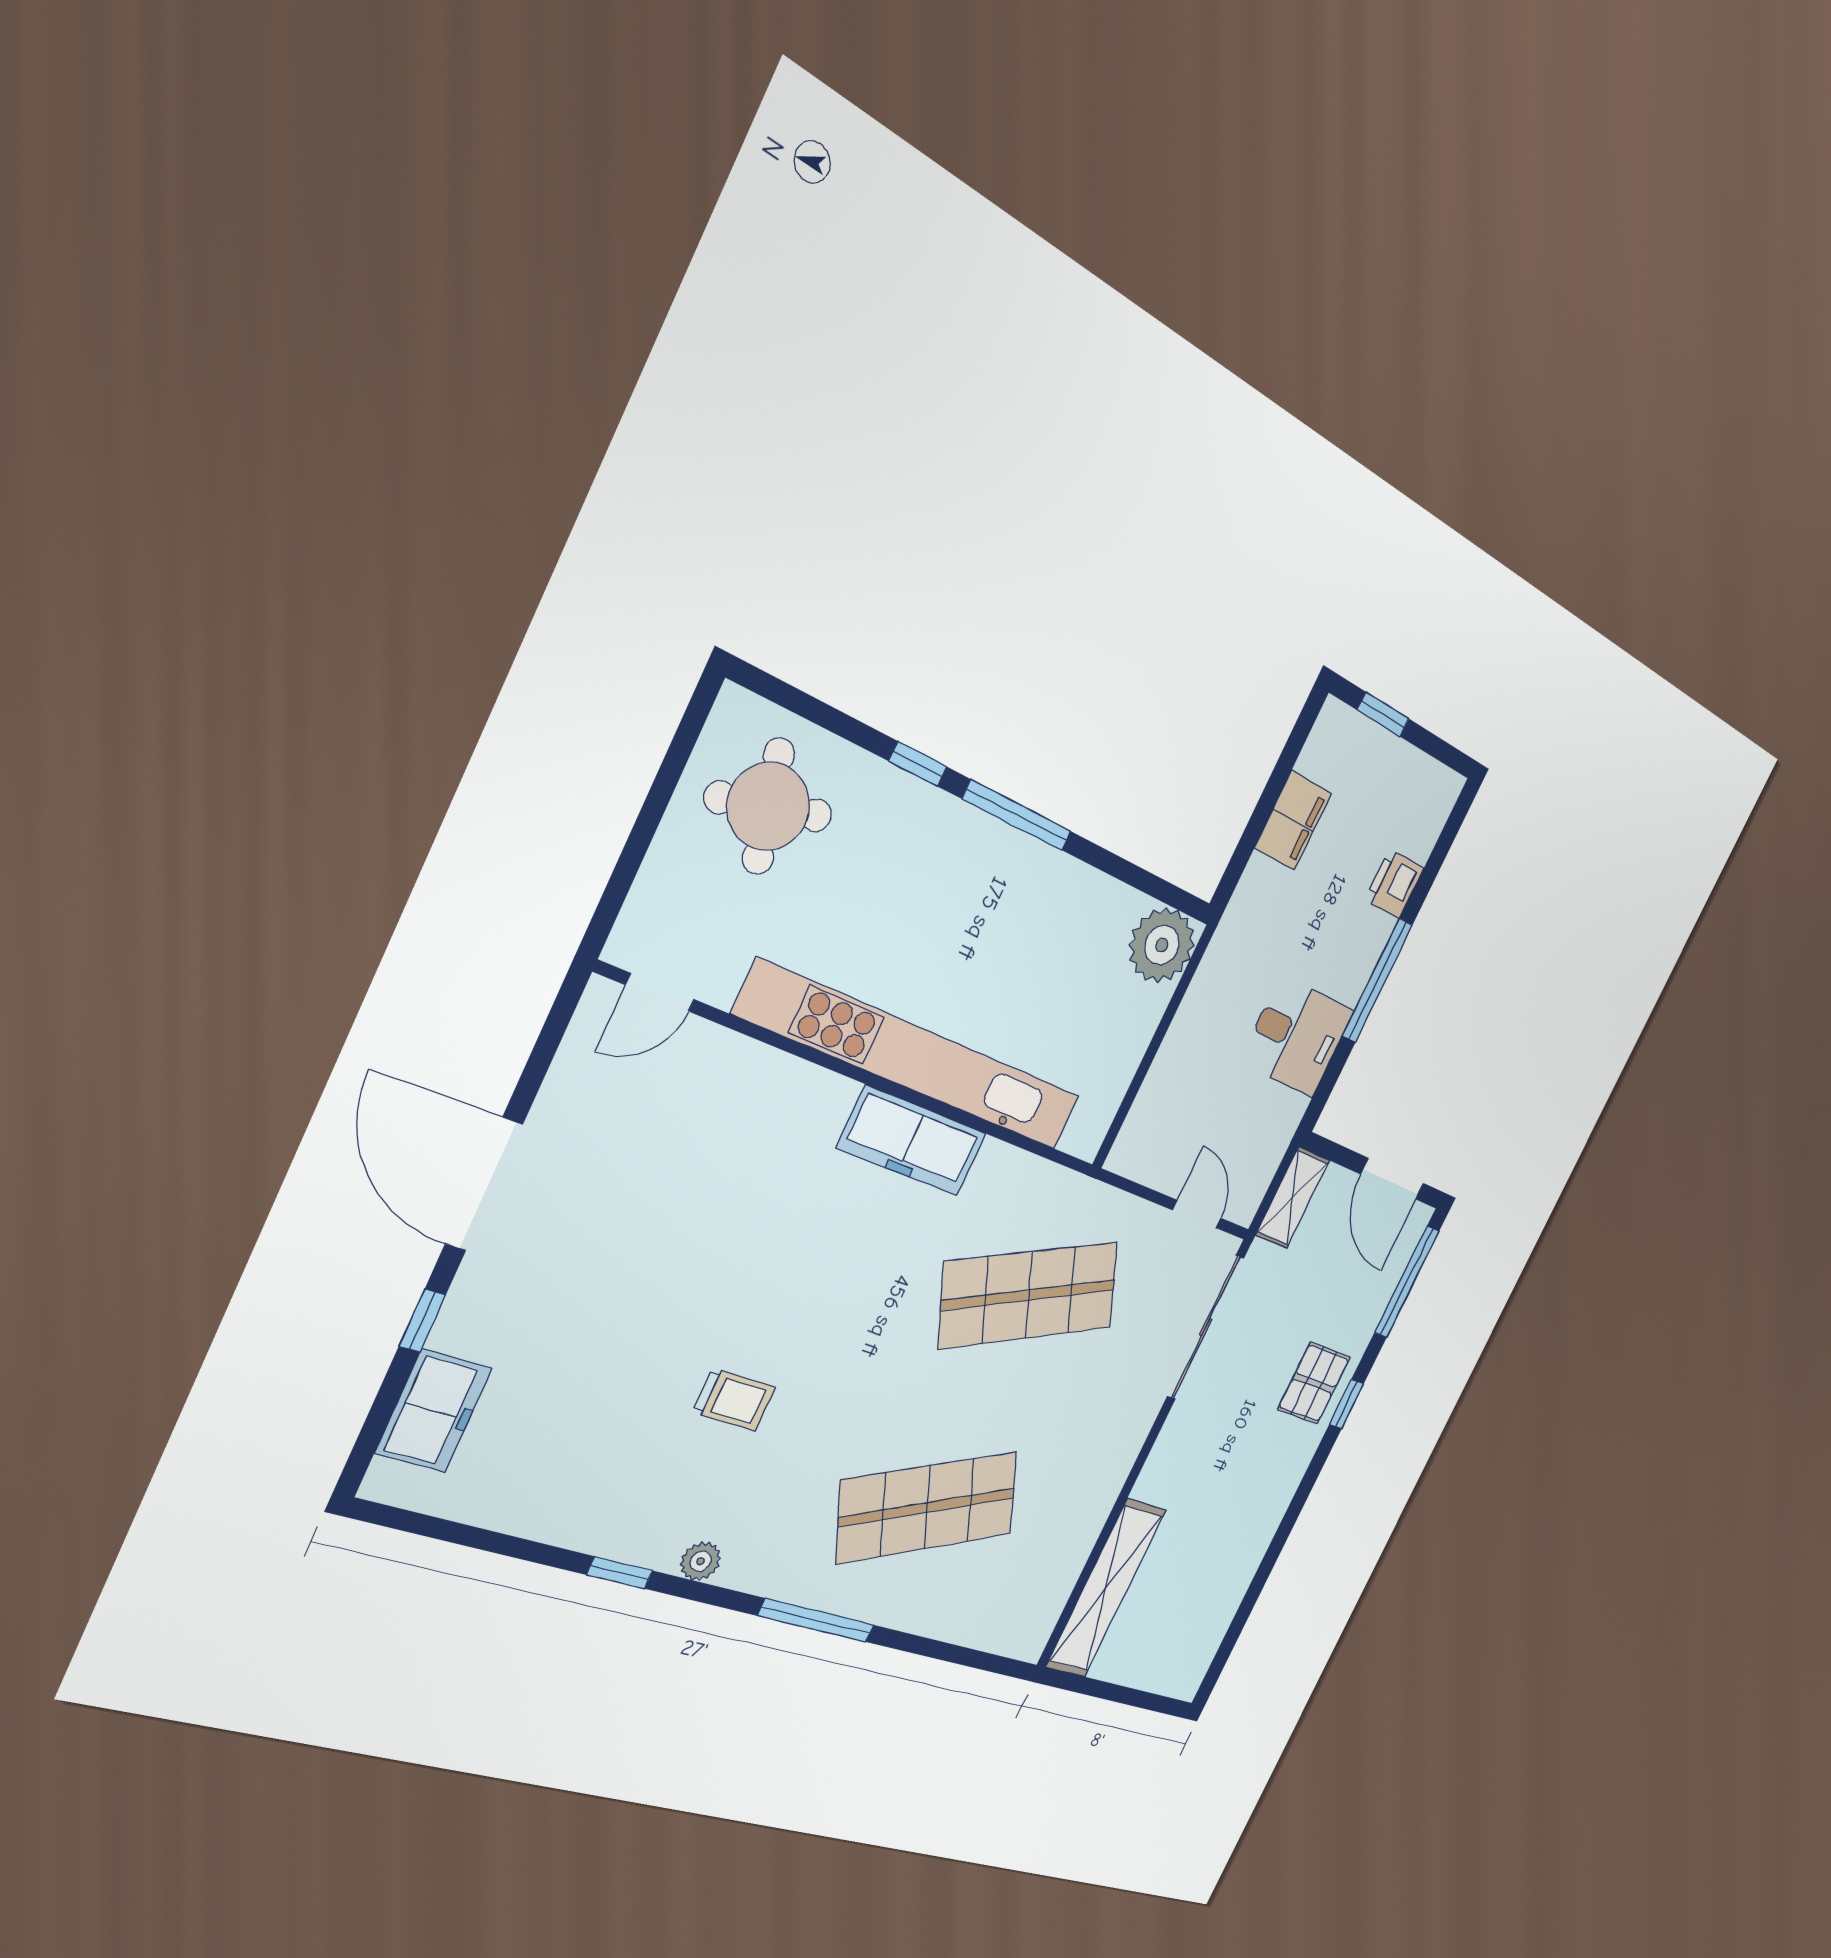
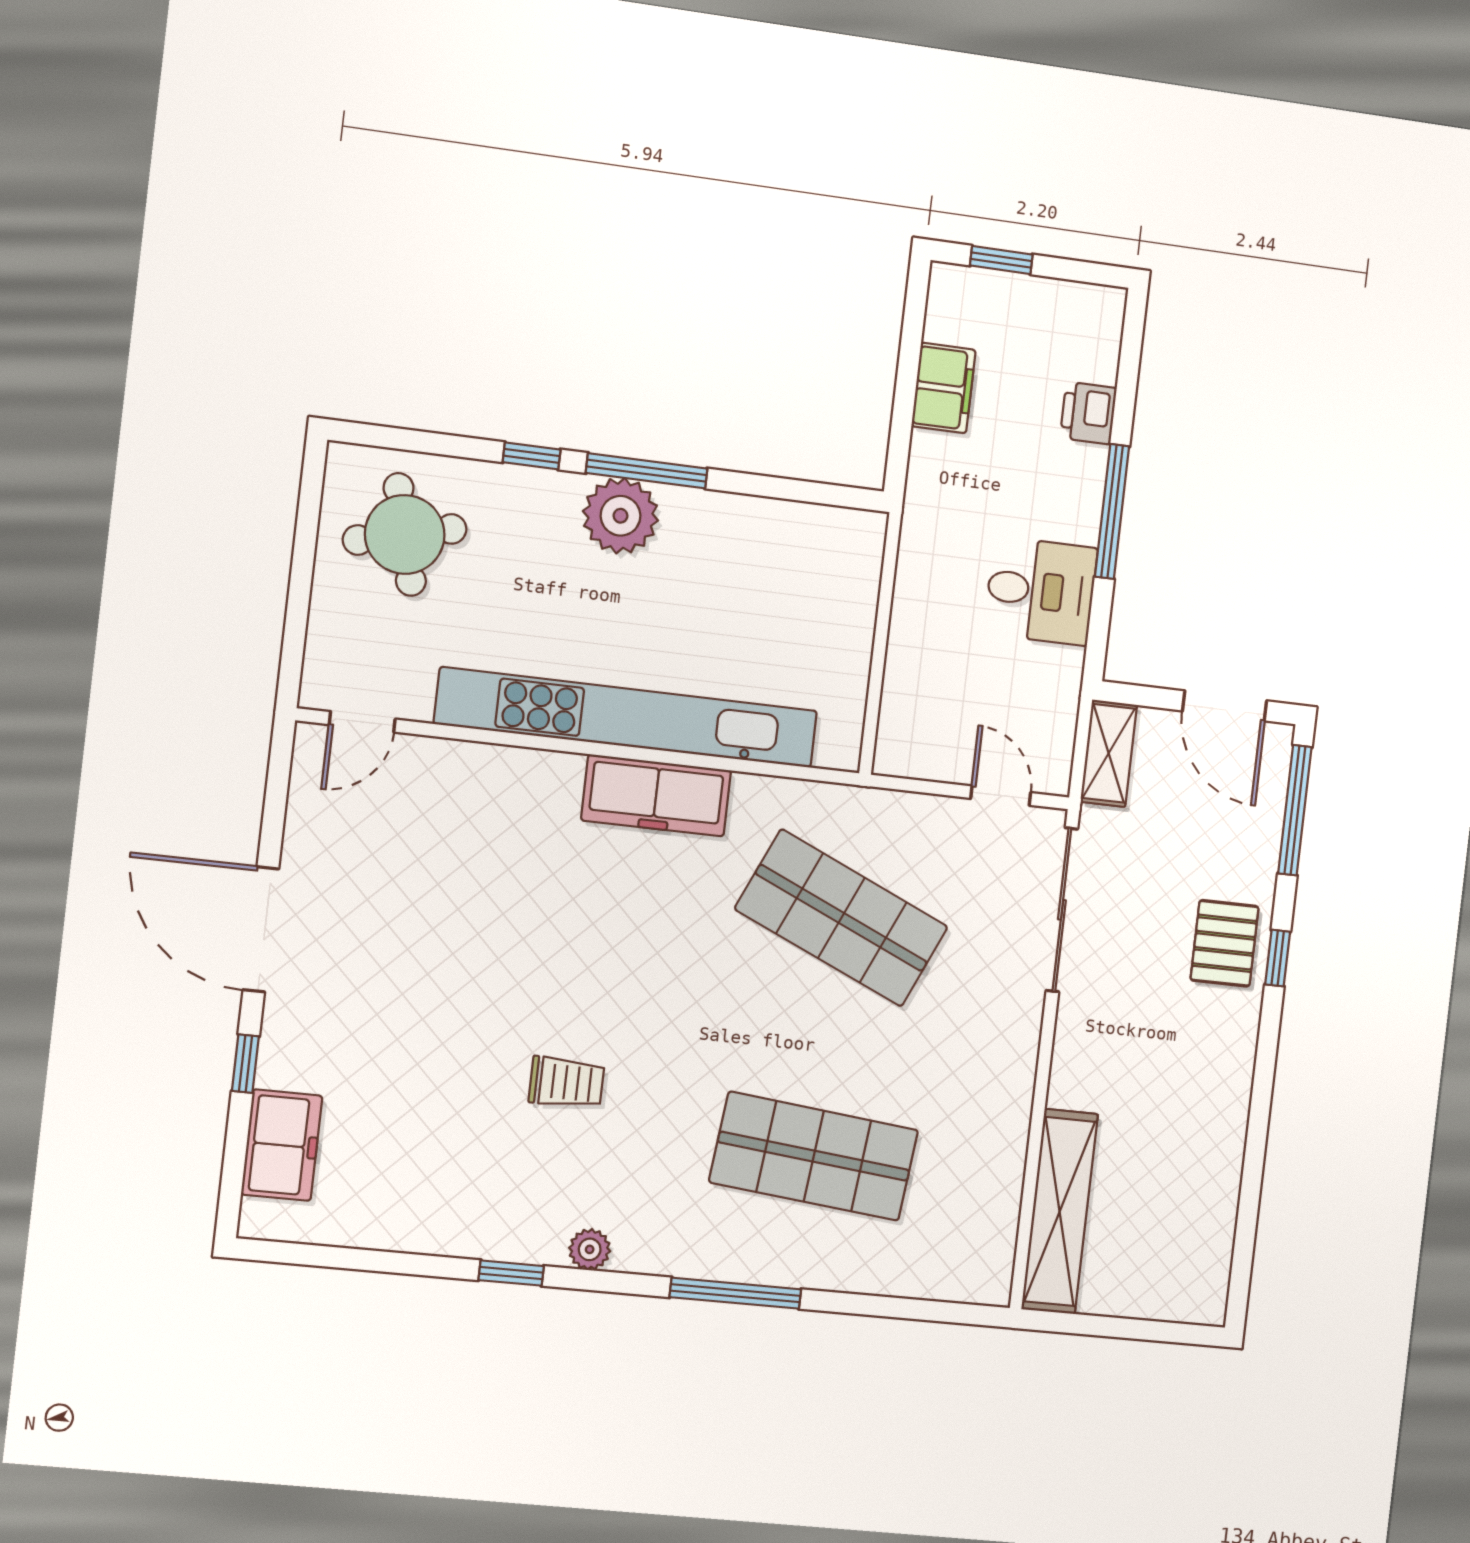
plant: (1162, 945) -> (621, 516), moved
shop shelf: (1029, 1295) -> (841, 918), turned 48
shop shelf: (927, 1507) -> (814, 1156), turned 30

